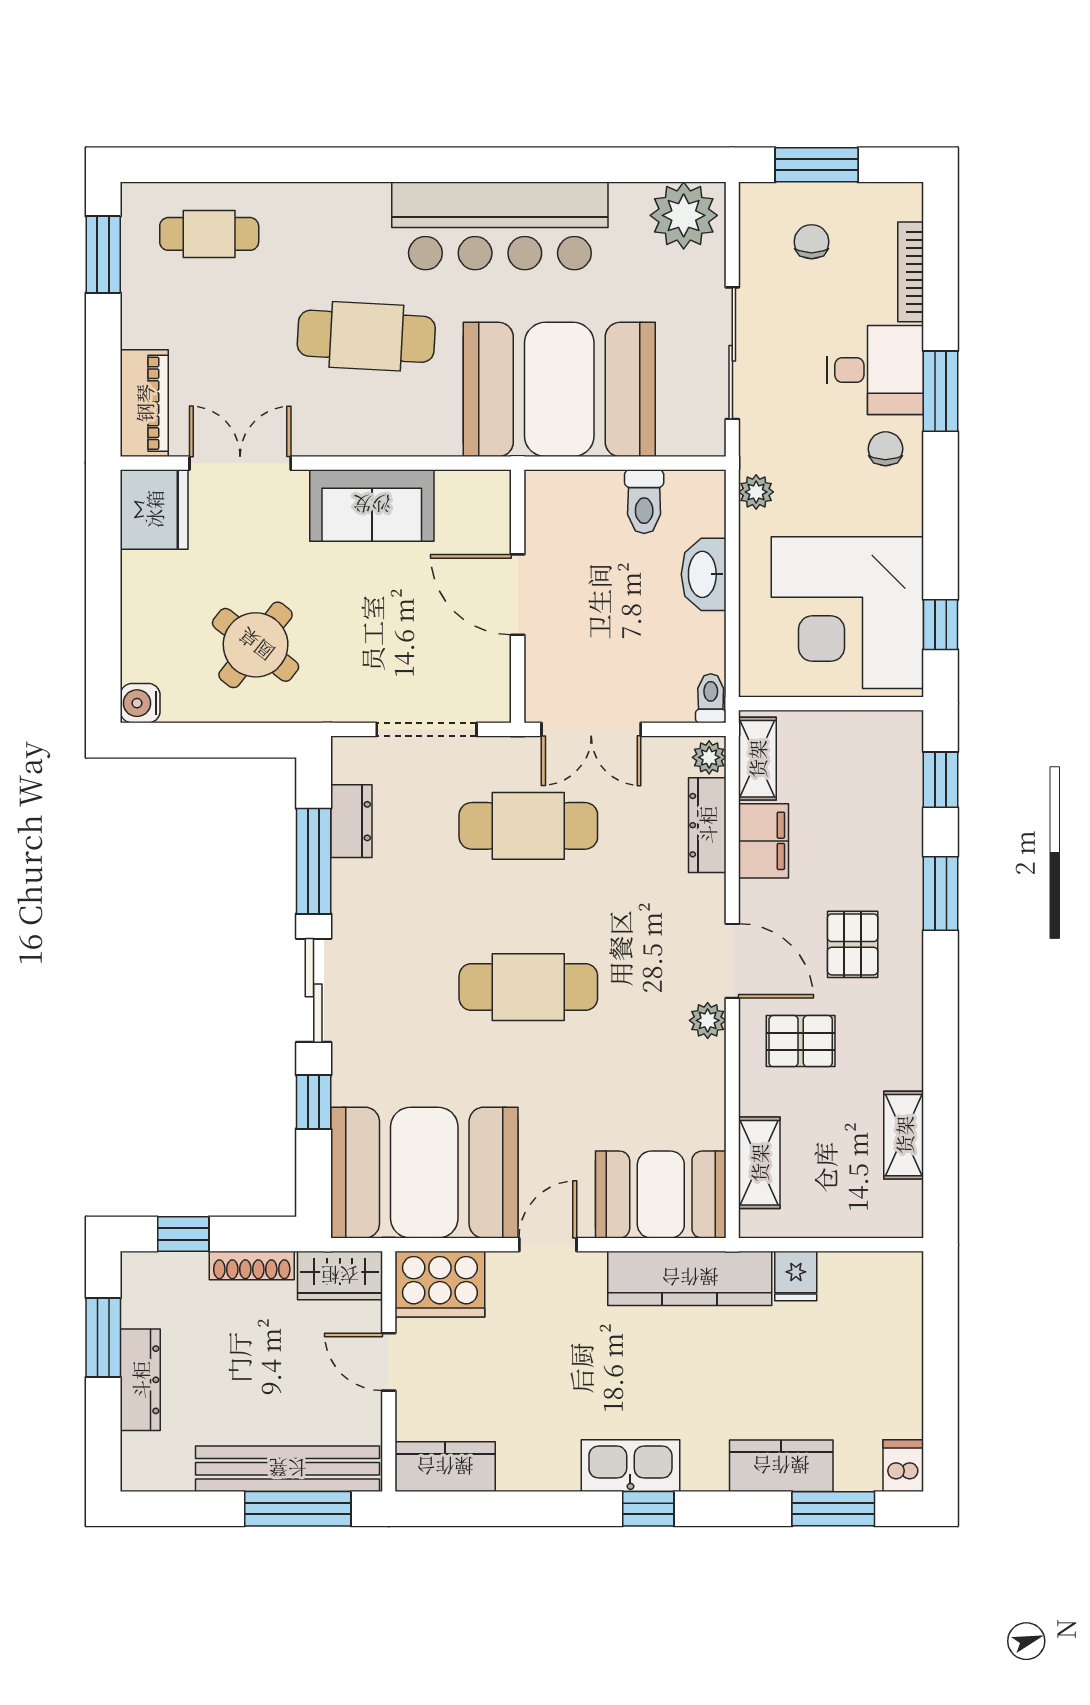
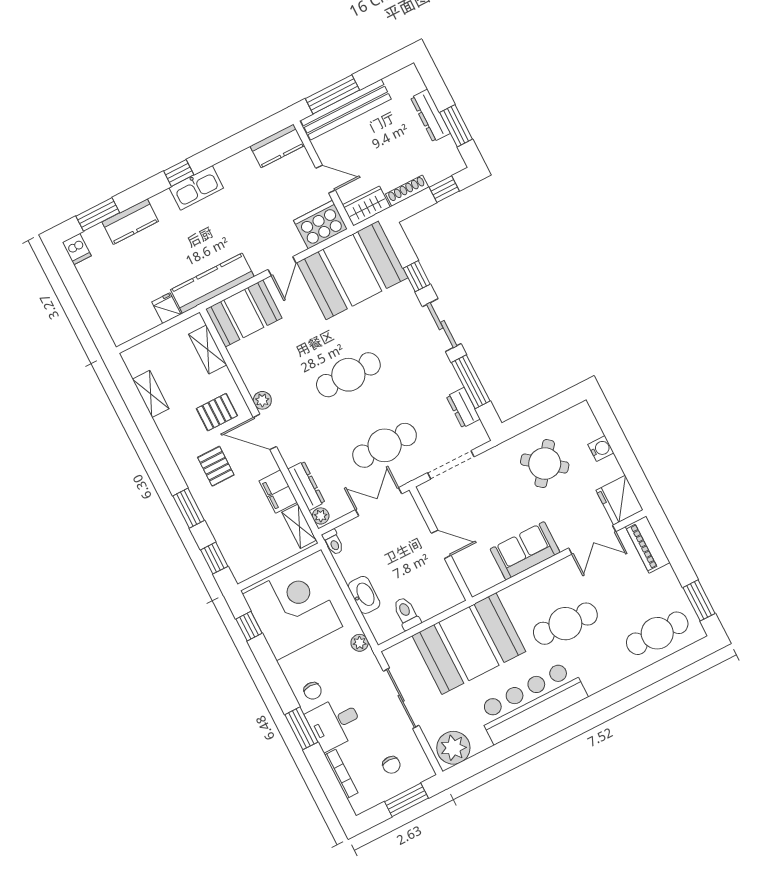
cafe table: (209, 234) -> (657, 633), width x1.37, depth x1.35
door: (518, 595) -> (441, 544), width x0.73
water cooler: (140, 703) -> (601, 449), moved

